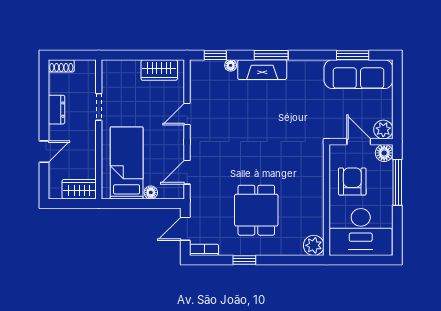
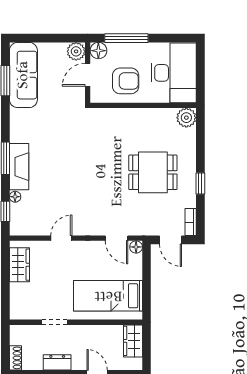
door: (187, 114) -> (61, 238), swing flipped
armchair: (352, 181) -> (126, 81), turned 180
floor lamp: (151, 192) -> (136, 247), moved

